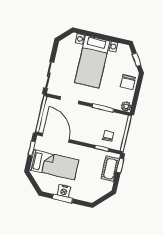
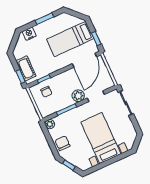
plant: (84, 112) -> (78, 96), added
door: (56, 138) -> (84, 60), hinge flipped
nightstand: (64, 191) -> (29, 34), moved

